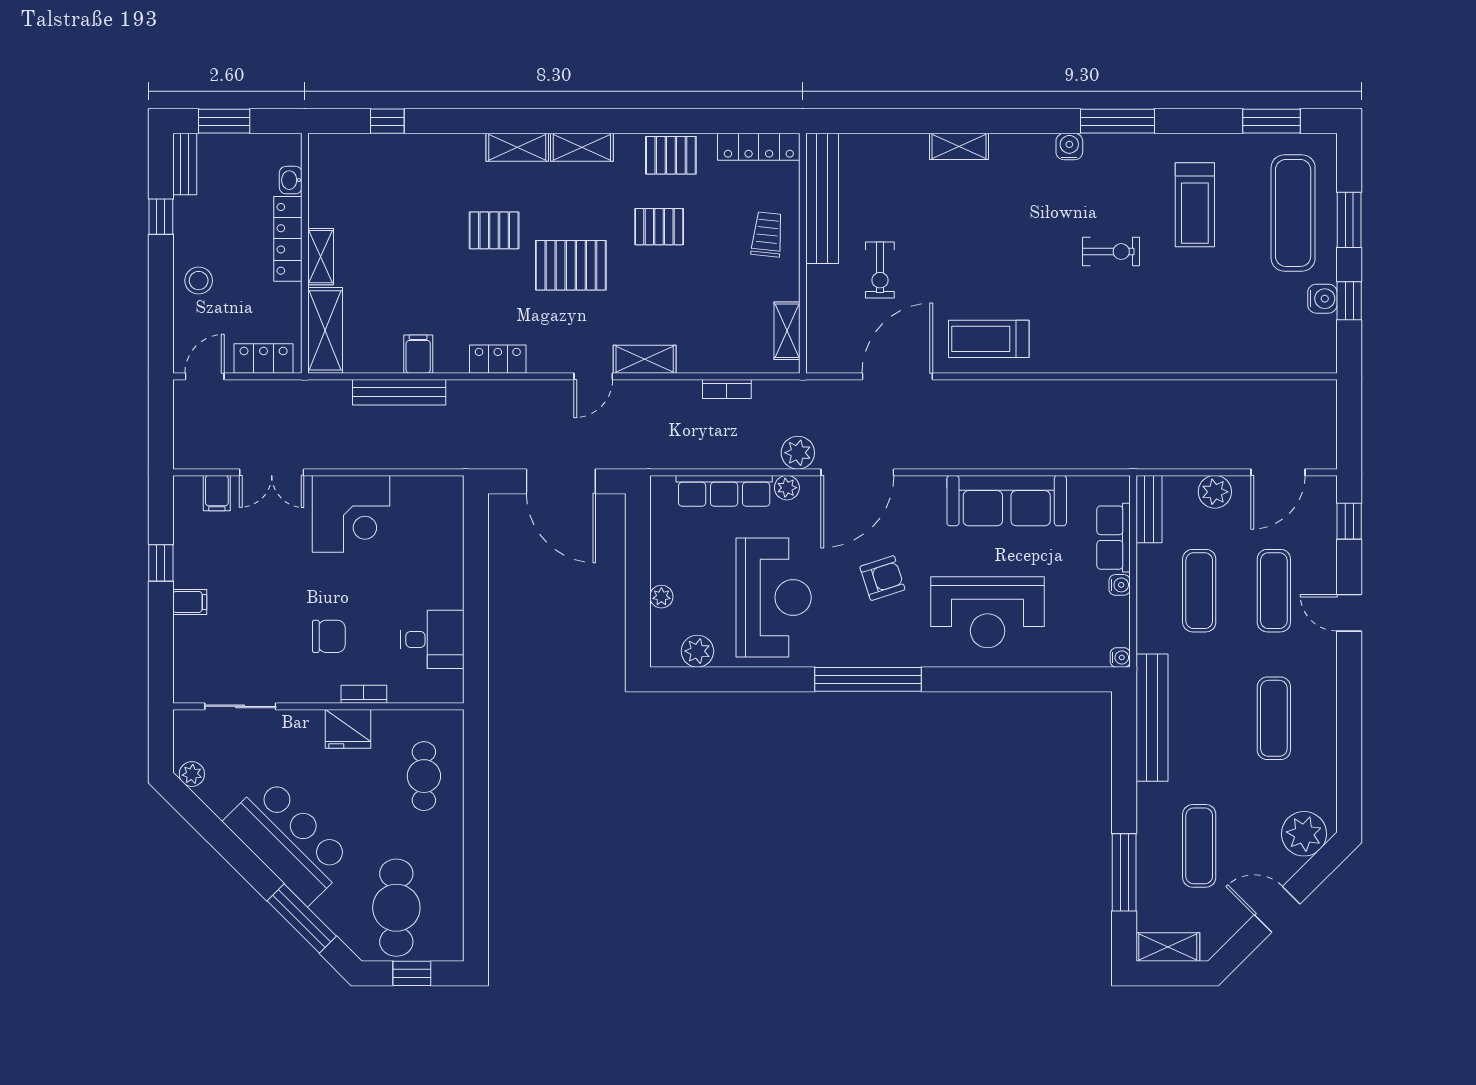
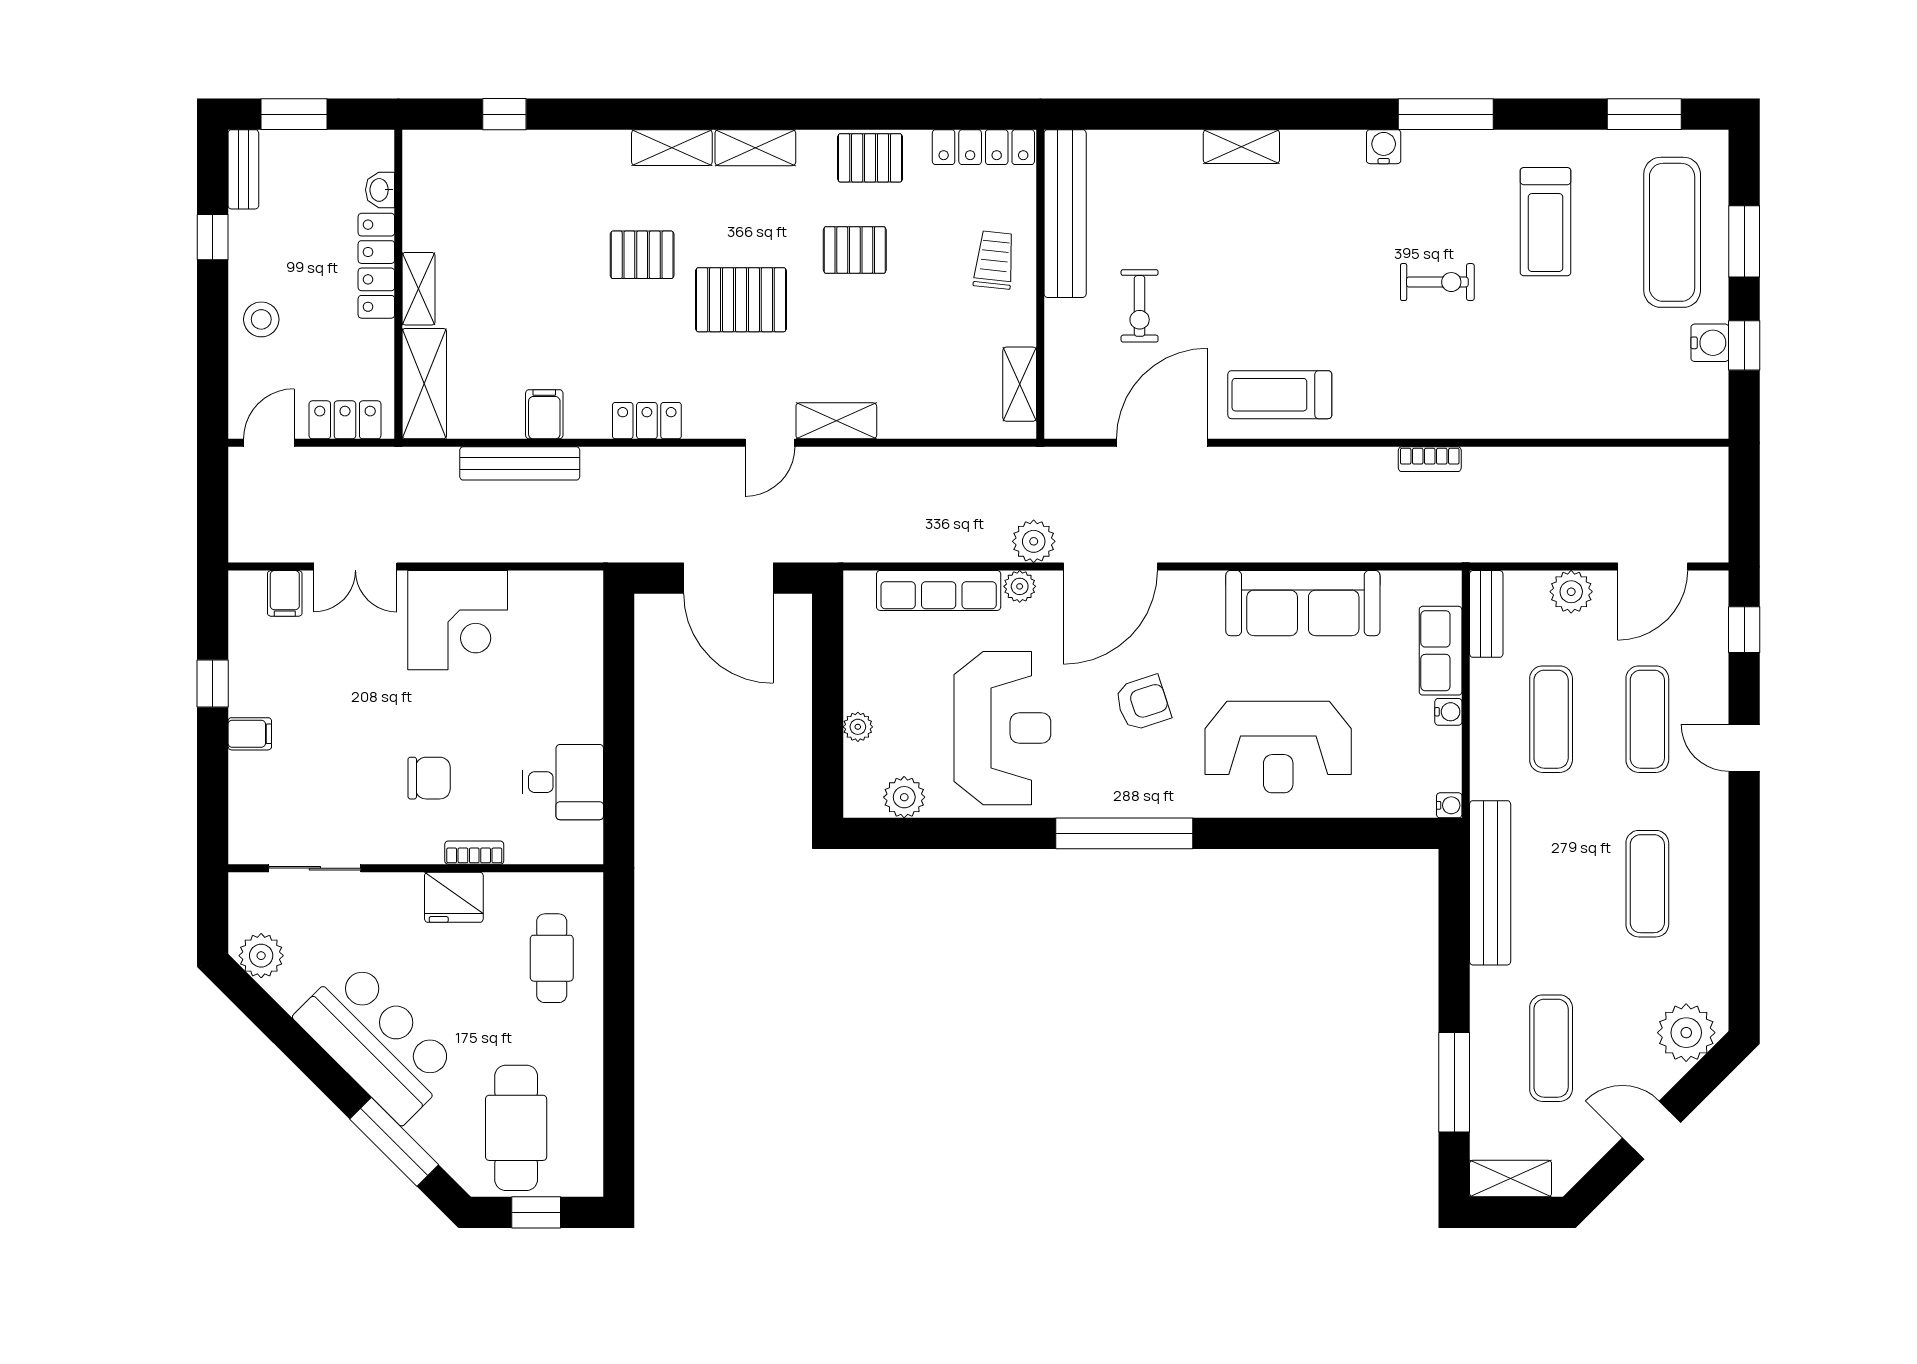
bookcase: (727, 389) -> (1430, 459), moved
plant: (192, 774) -> (261, 956), width x1.38, depth x1.38

